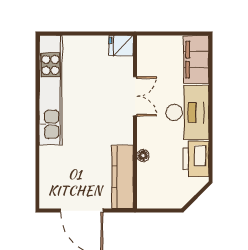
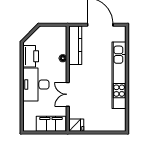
filing cabinet: (196, 60) -> (51, 124), moved, turned -90
kitchen unit: (51, 90) -> (119, 75), moved

